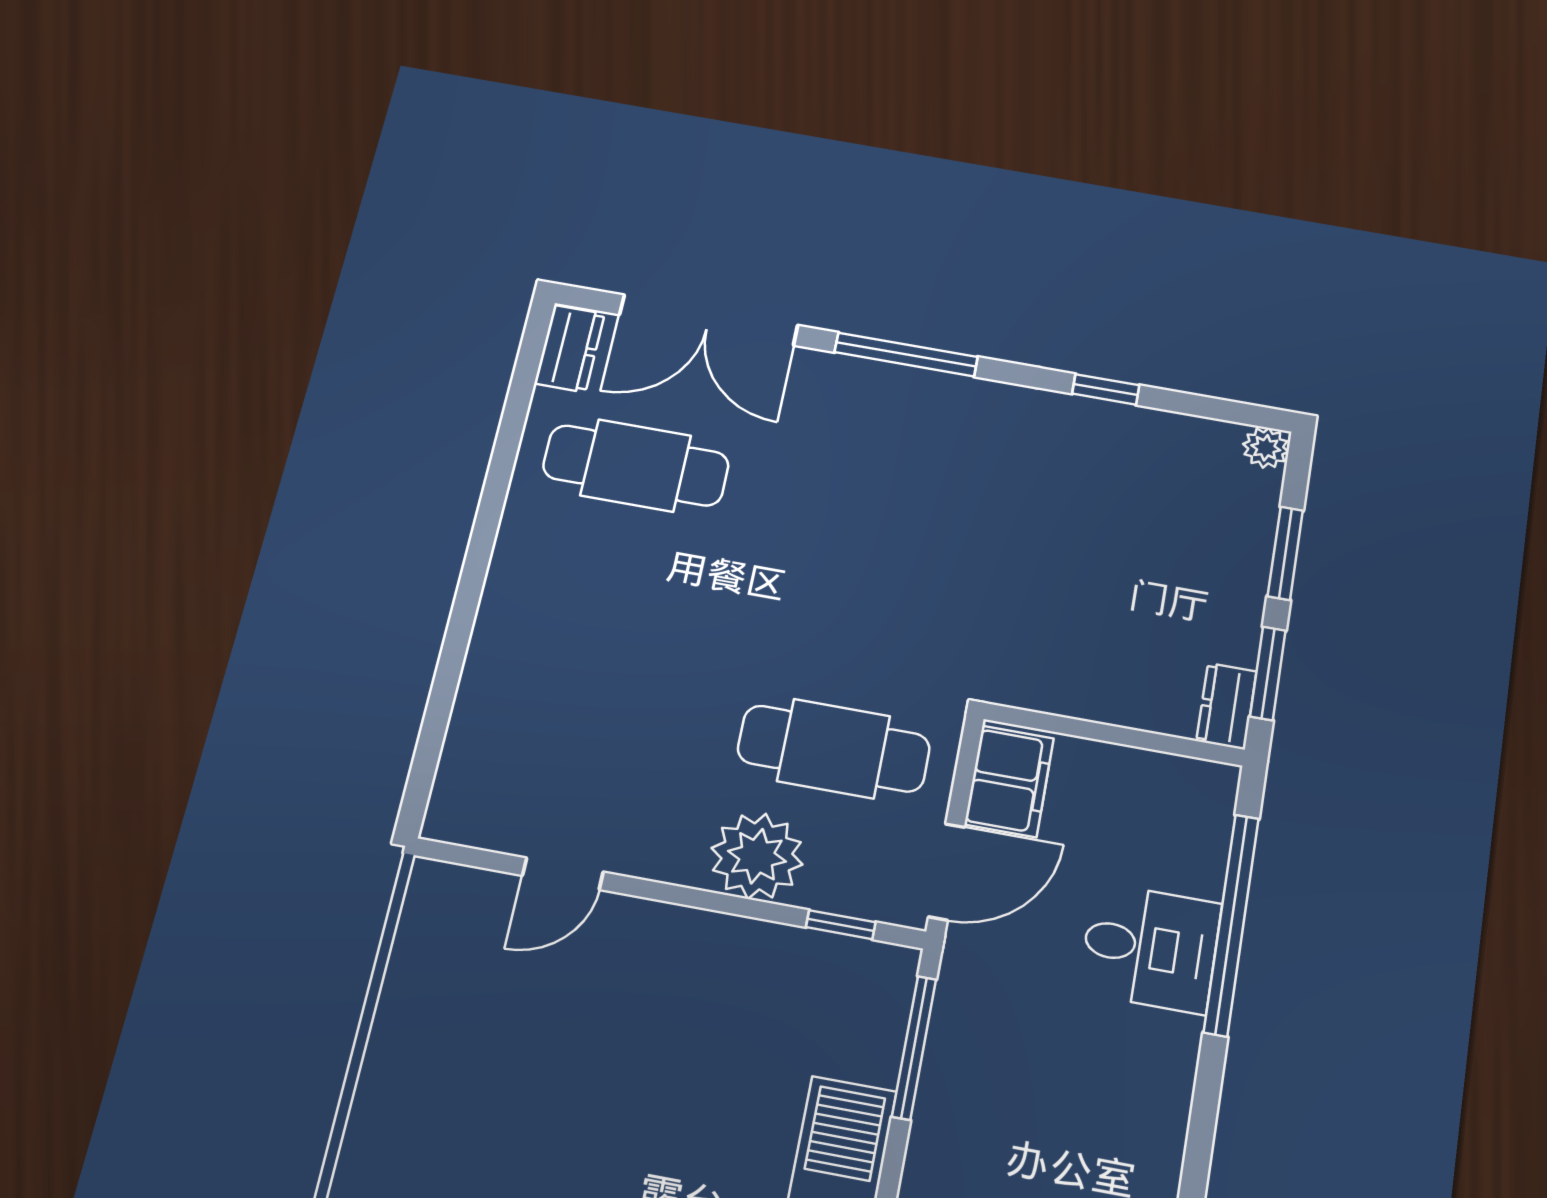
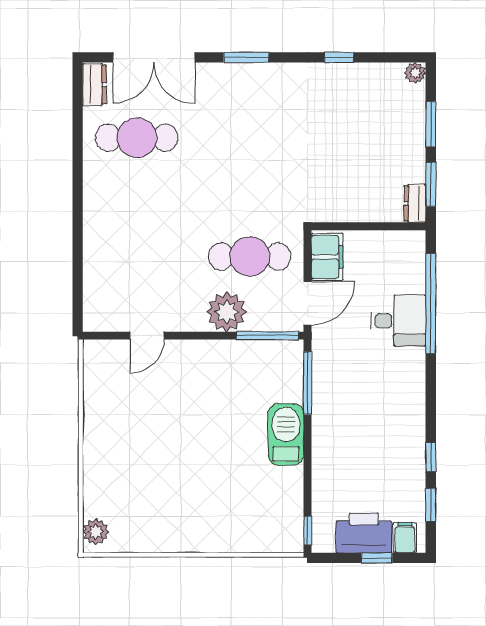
window: (906, 355) -> (246, 57), width x0.69
window: (841, 925) -> (268, 336), width x2.17

